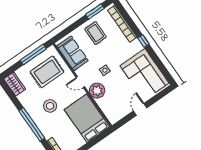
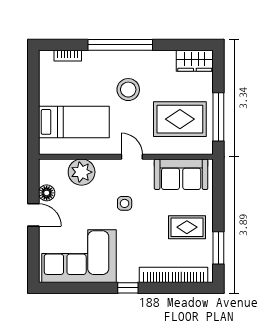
rug: (47, 72) -> (180, 119), turned 90
door: (80, 82) -> (132, 157), hinge flipped
plant: (97, 91) -> (82, 172), moved
floor lamp: (125, 110) -> (47, 193), added
bed: (87, 118) -> (74, 122), width x0.67

